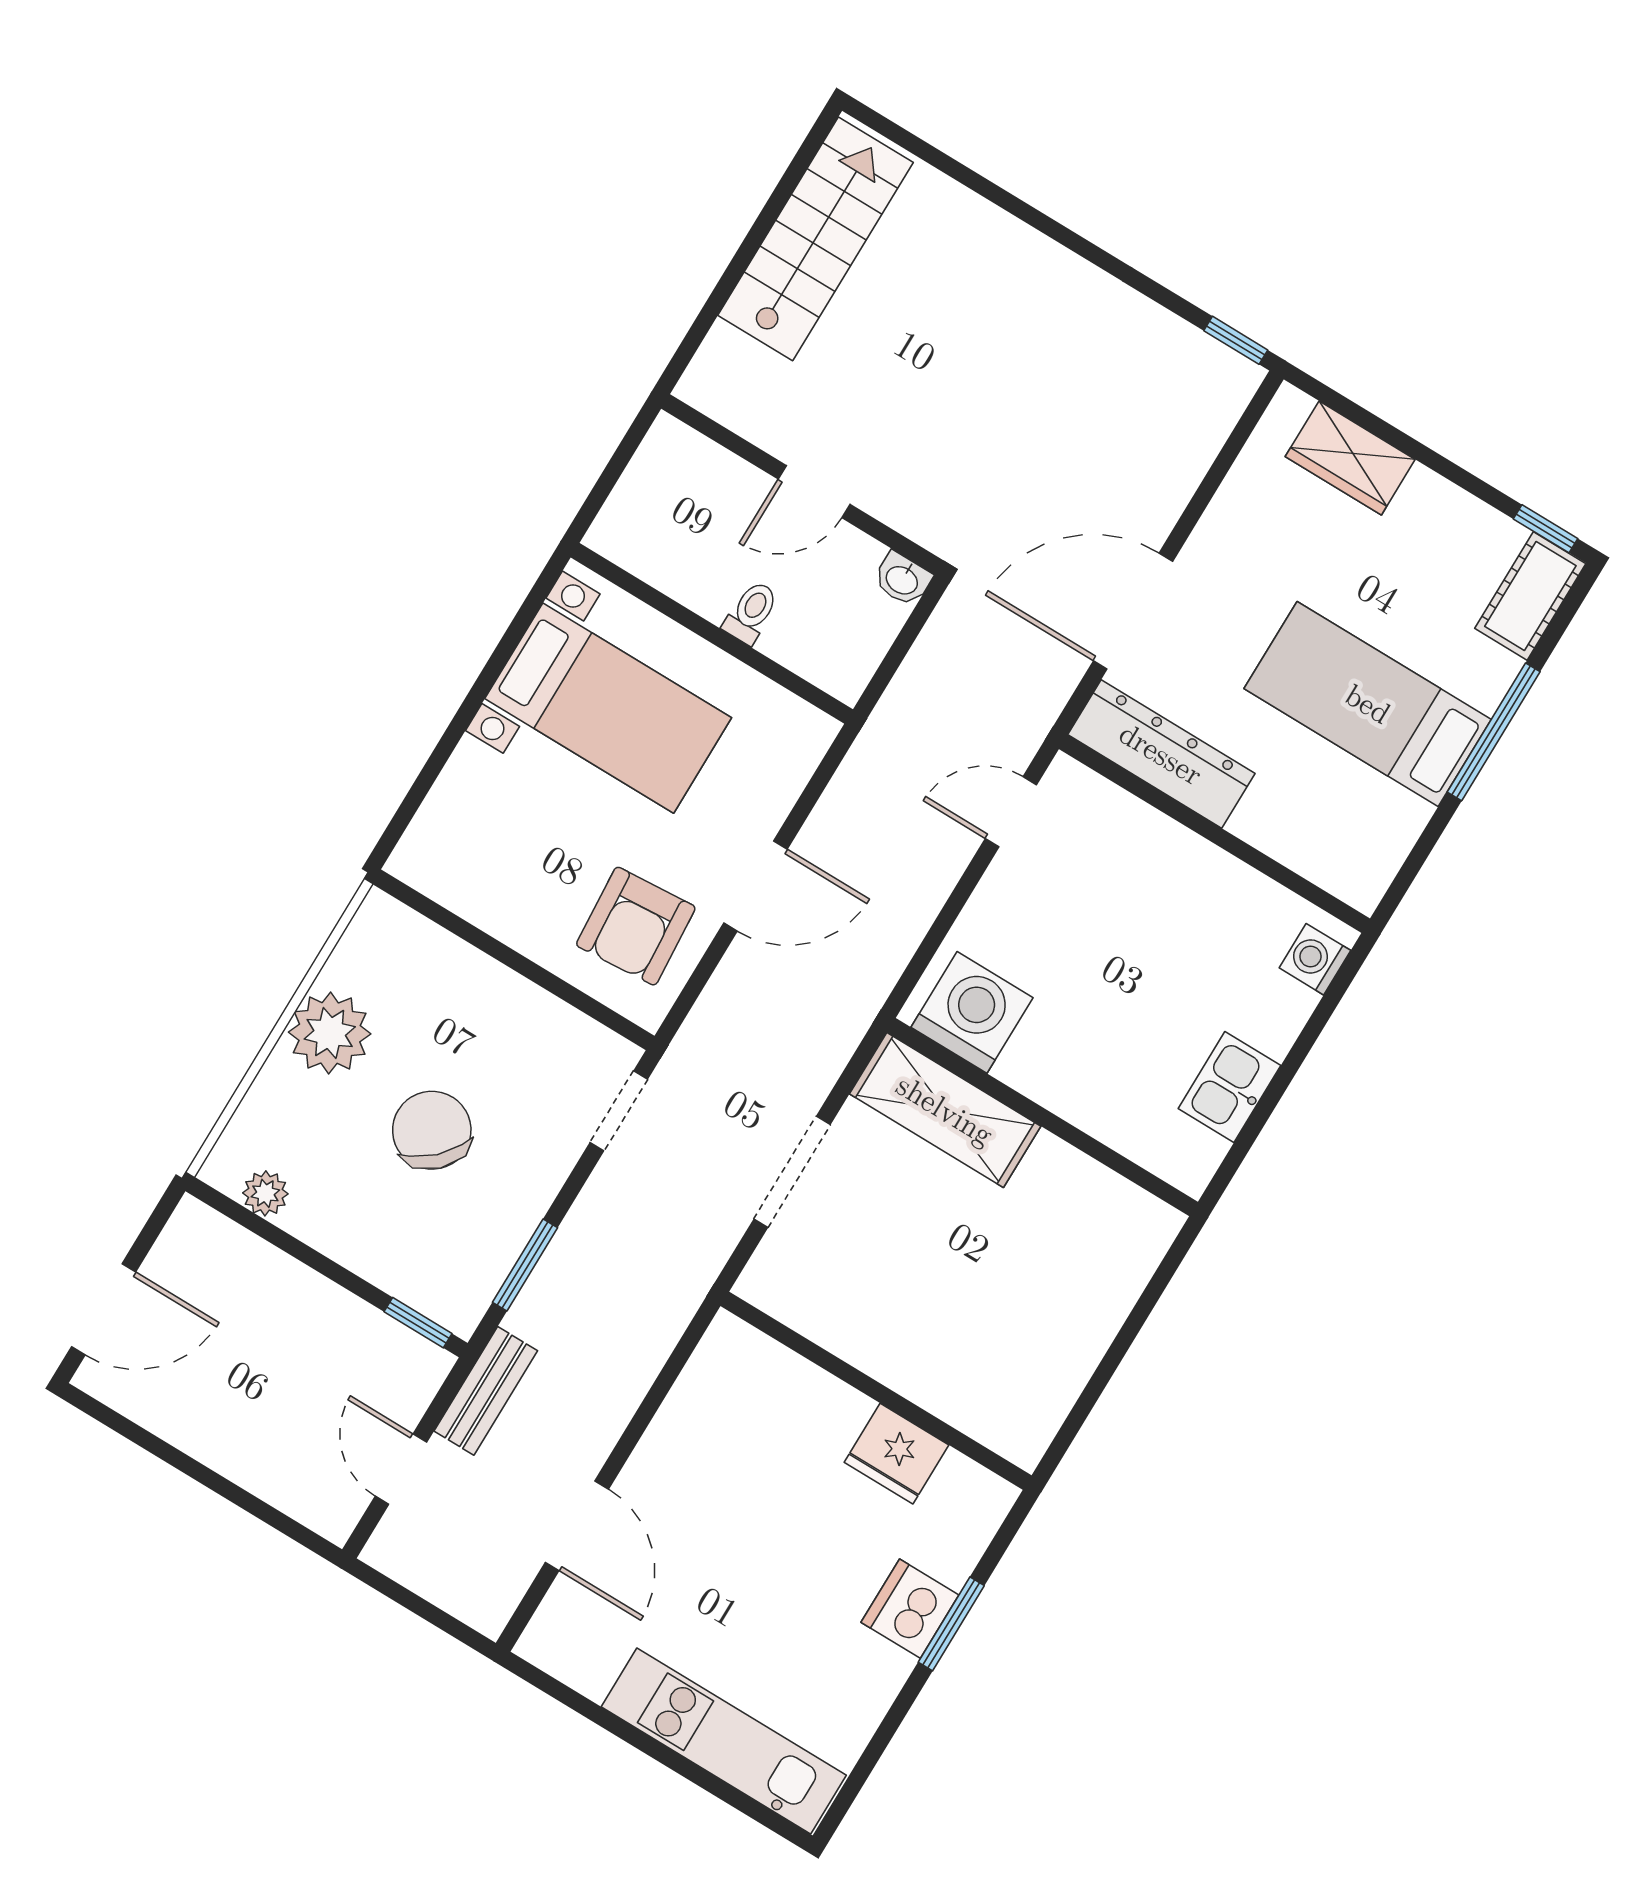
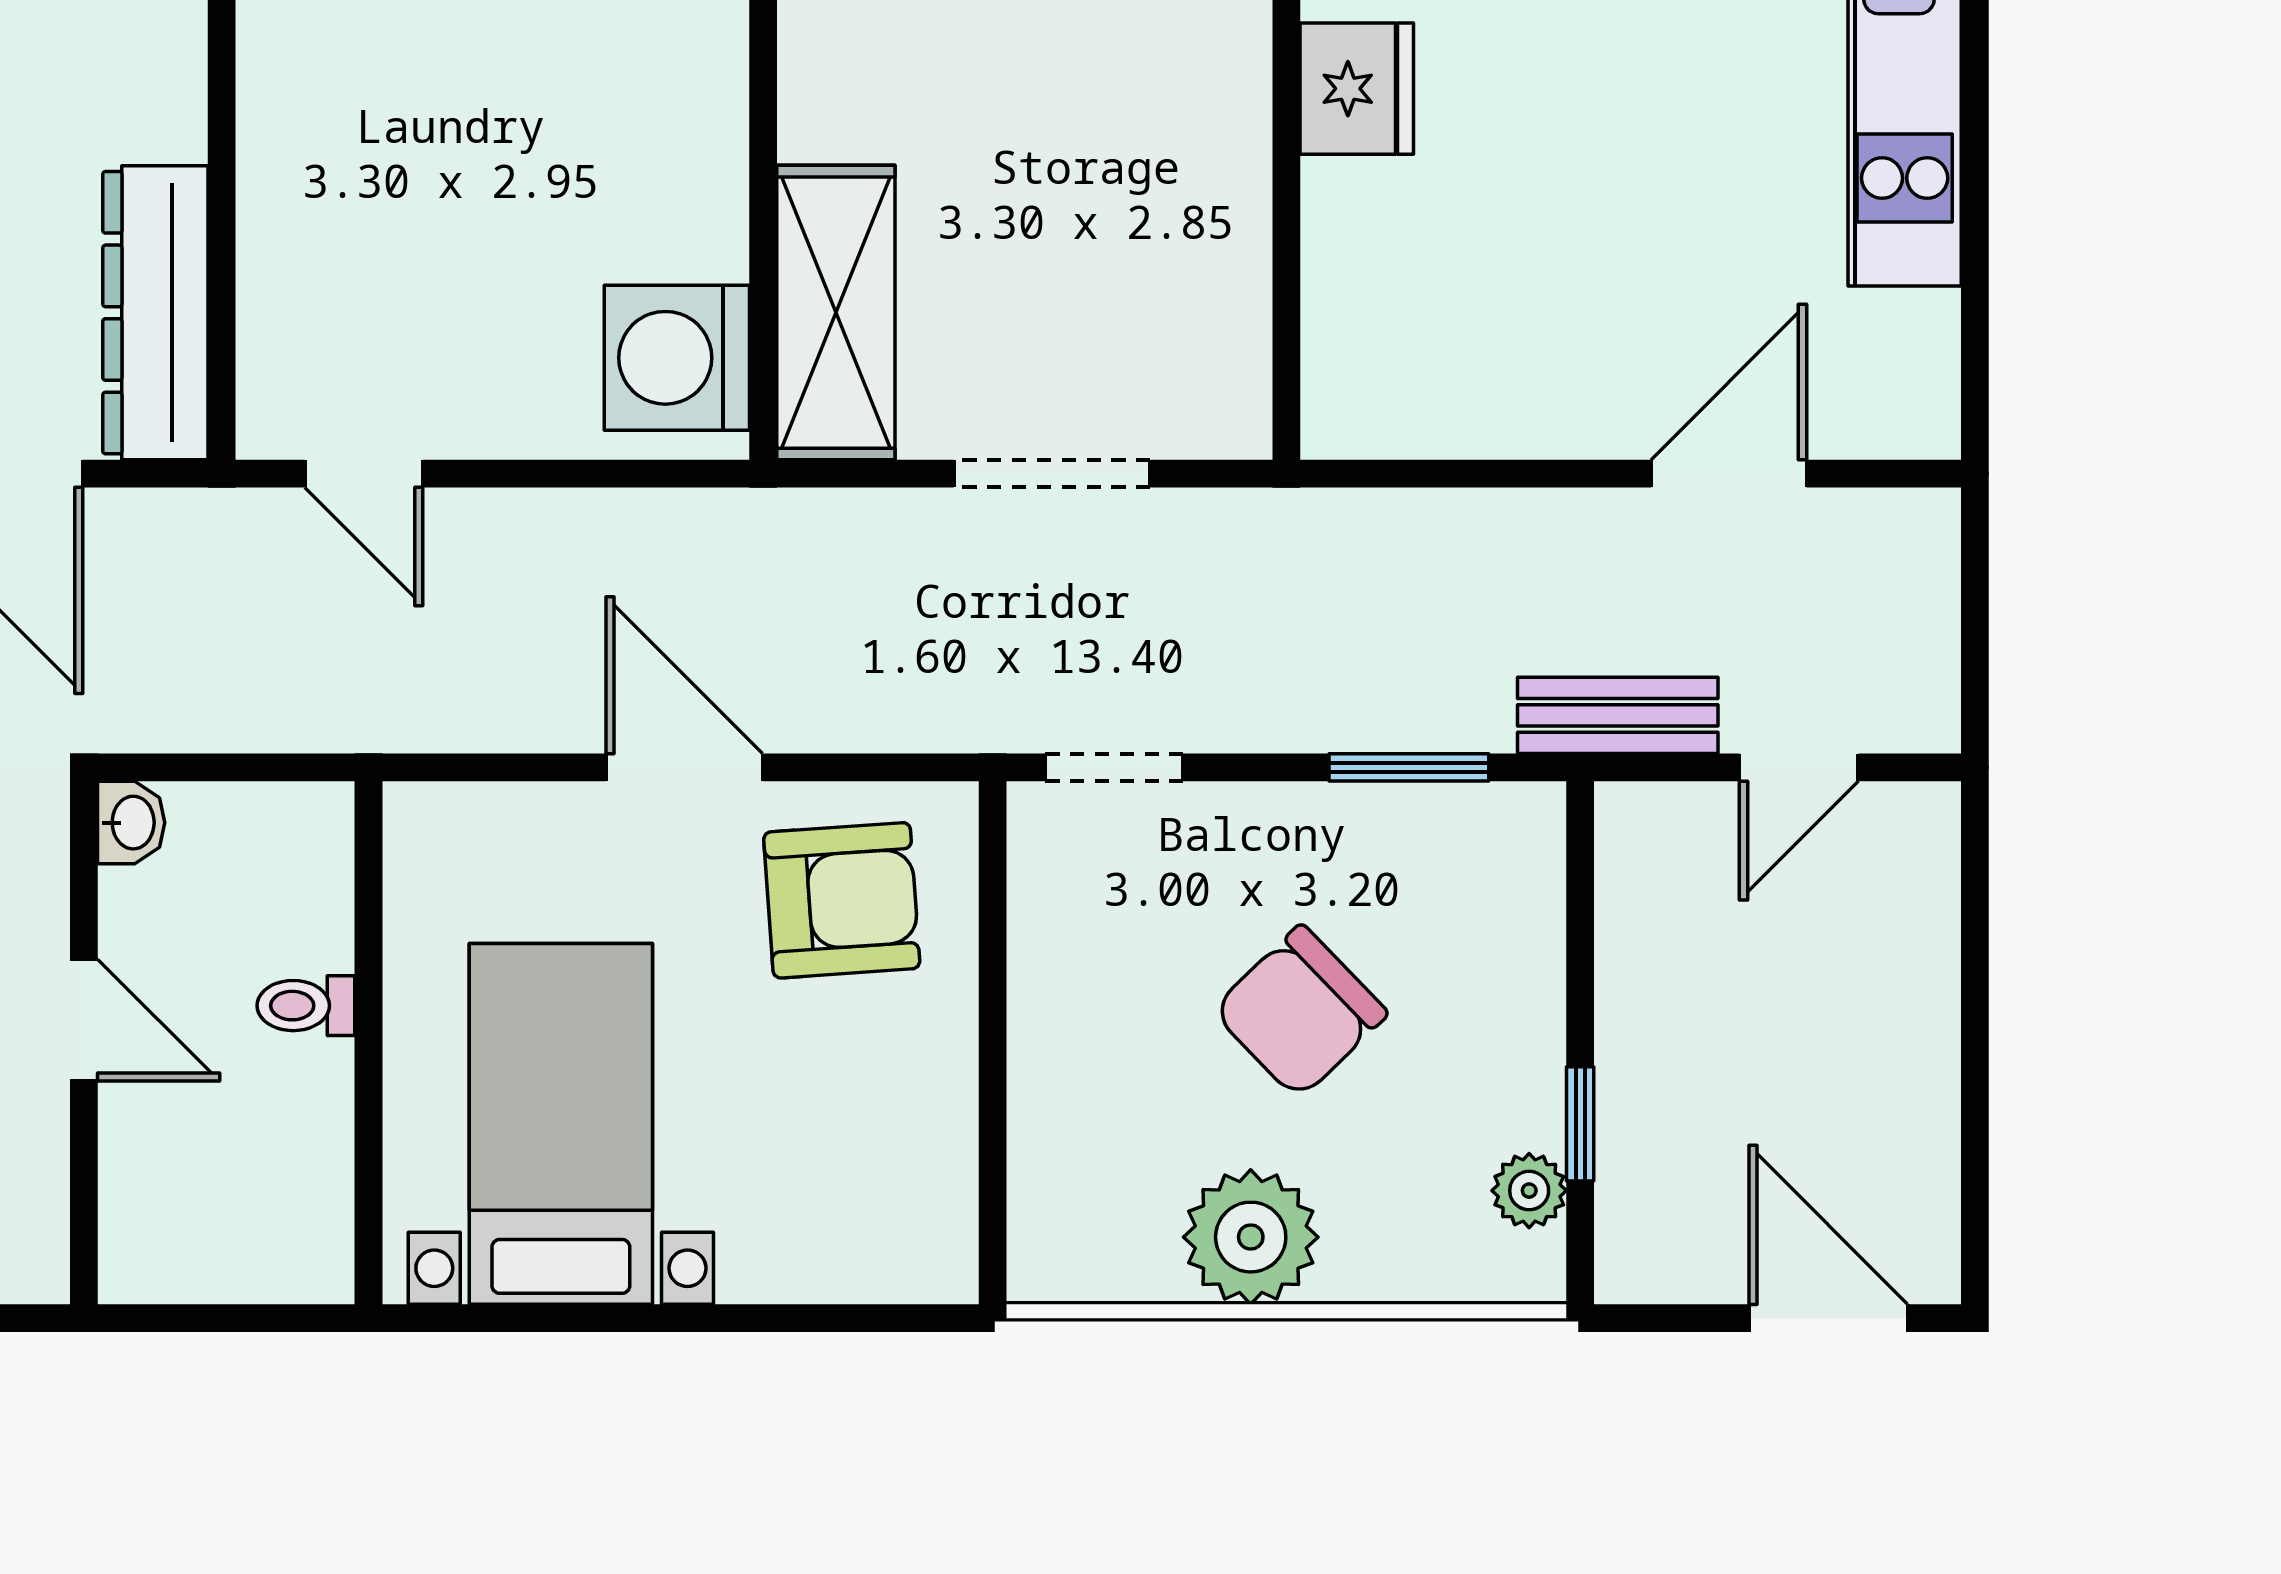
window: (418, 1323) -> (1580, 1124), moved

